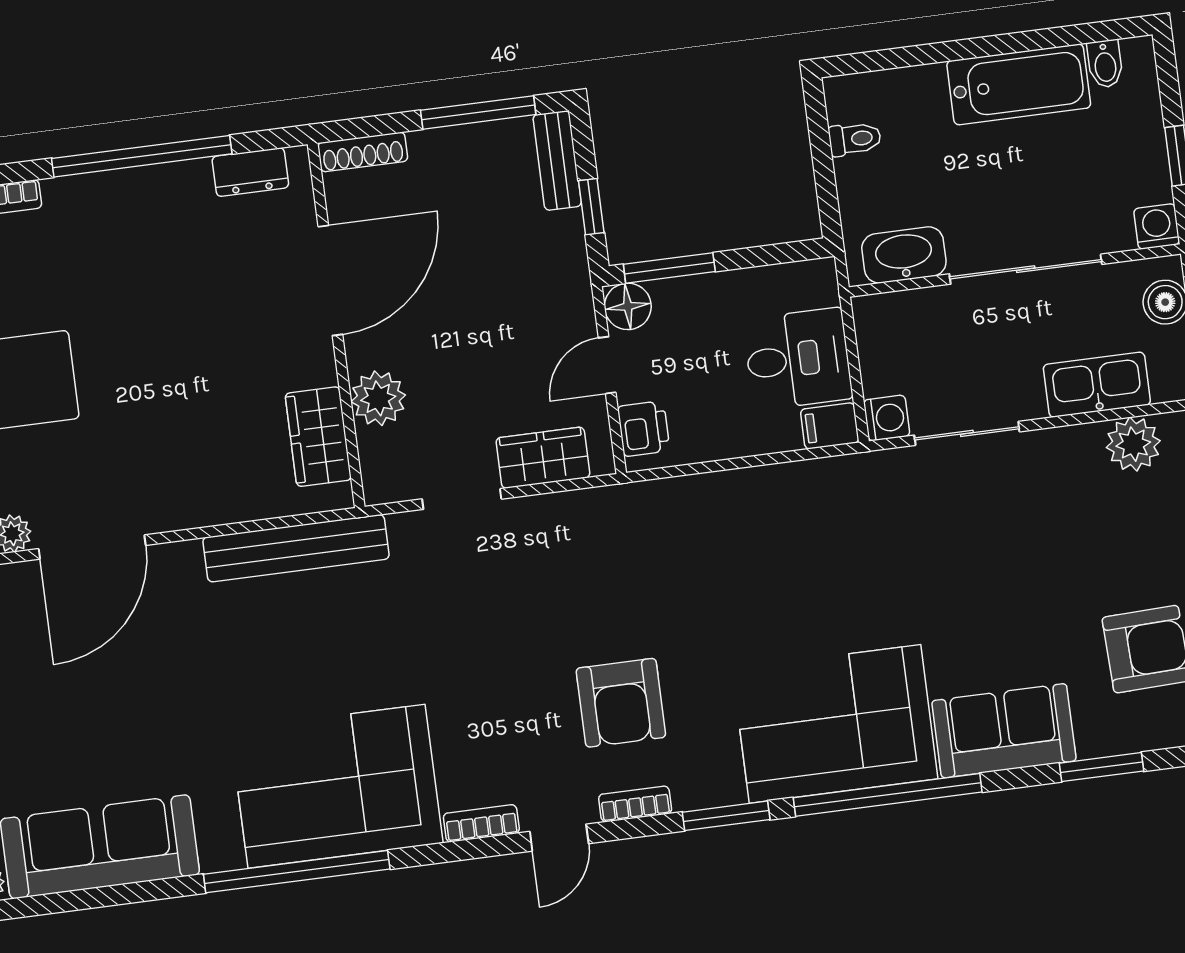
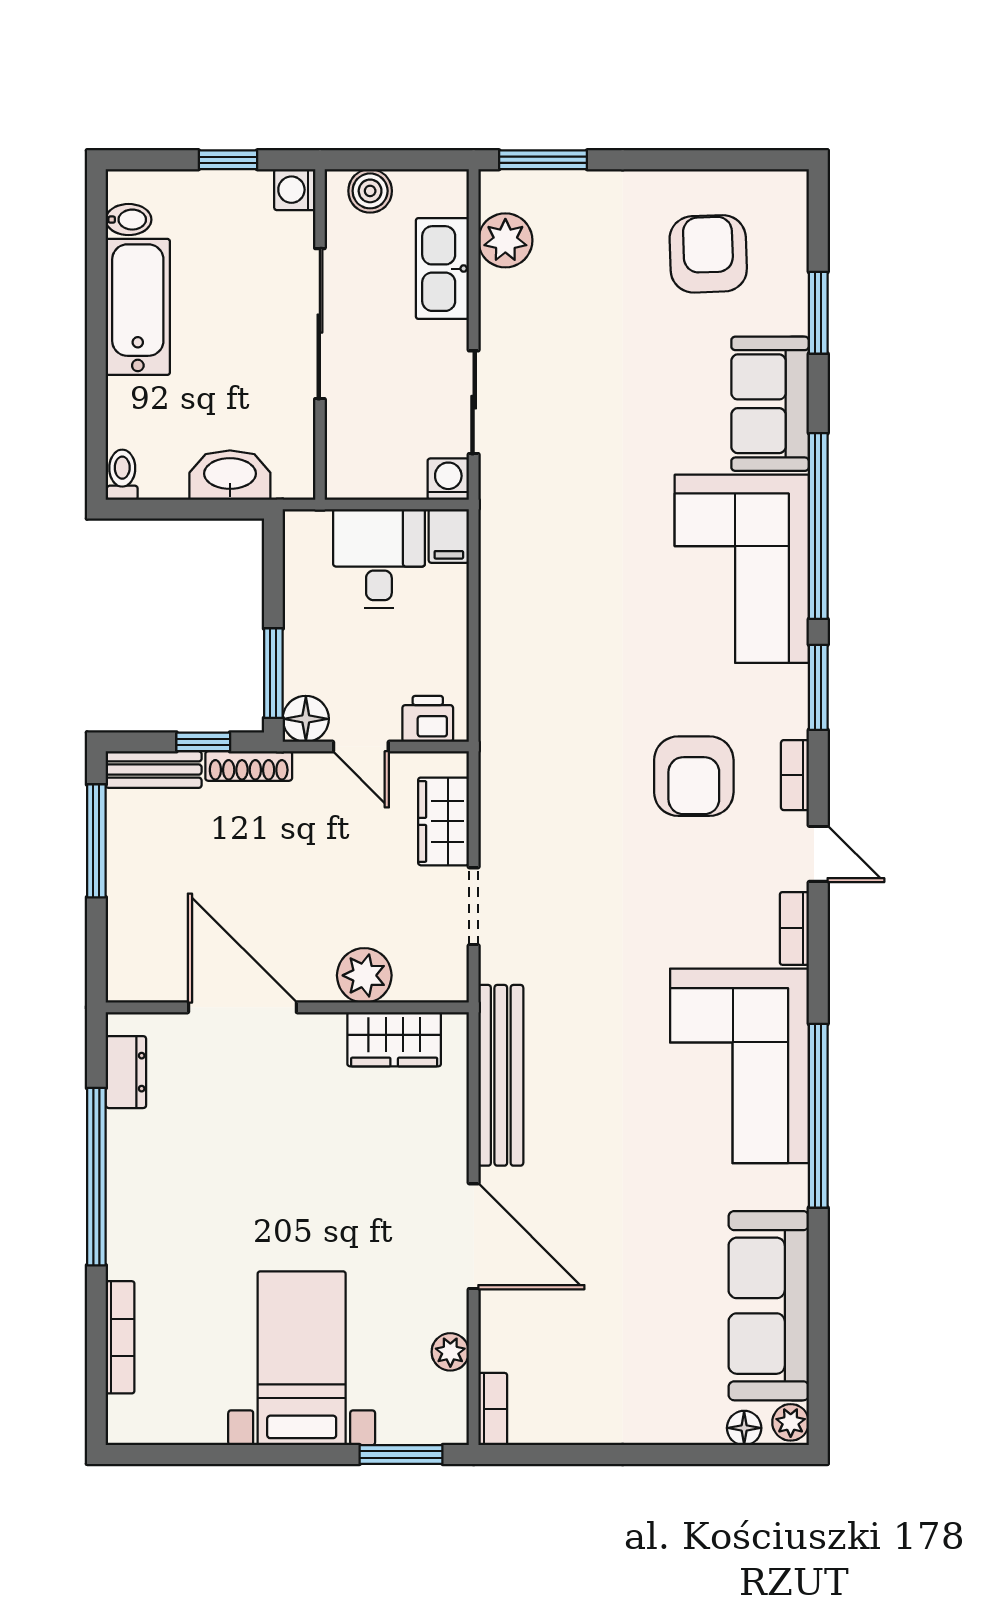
toilet: (855, 139) -> (122, 475), moved
shoe rack: (363, 152) -> (249, 766), moved, turned 90
washbasin: (904, 255) -> (230, 475), moved, turned 90
door: (92, 547) -> (474, 1236), moved
armchair: (621, 703) -> (694, 776), turned 90

